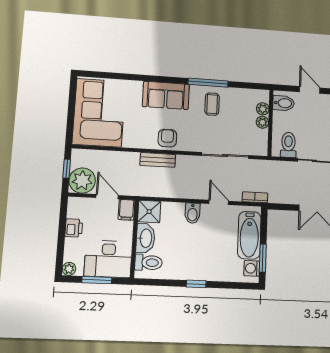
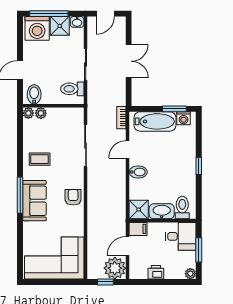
window: (208, 83) -> (20, 195), moved
plant: (262, 122) -> (28, 113), moved
armchair: (167, 138) -> (73, 197), turned 90
bench: (158, 160) -> (93, 205), removed
desk: (108, 259) -> (181, 236), width x0.73

